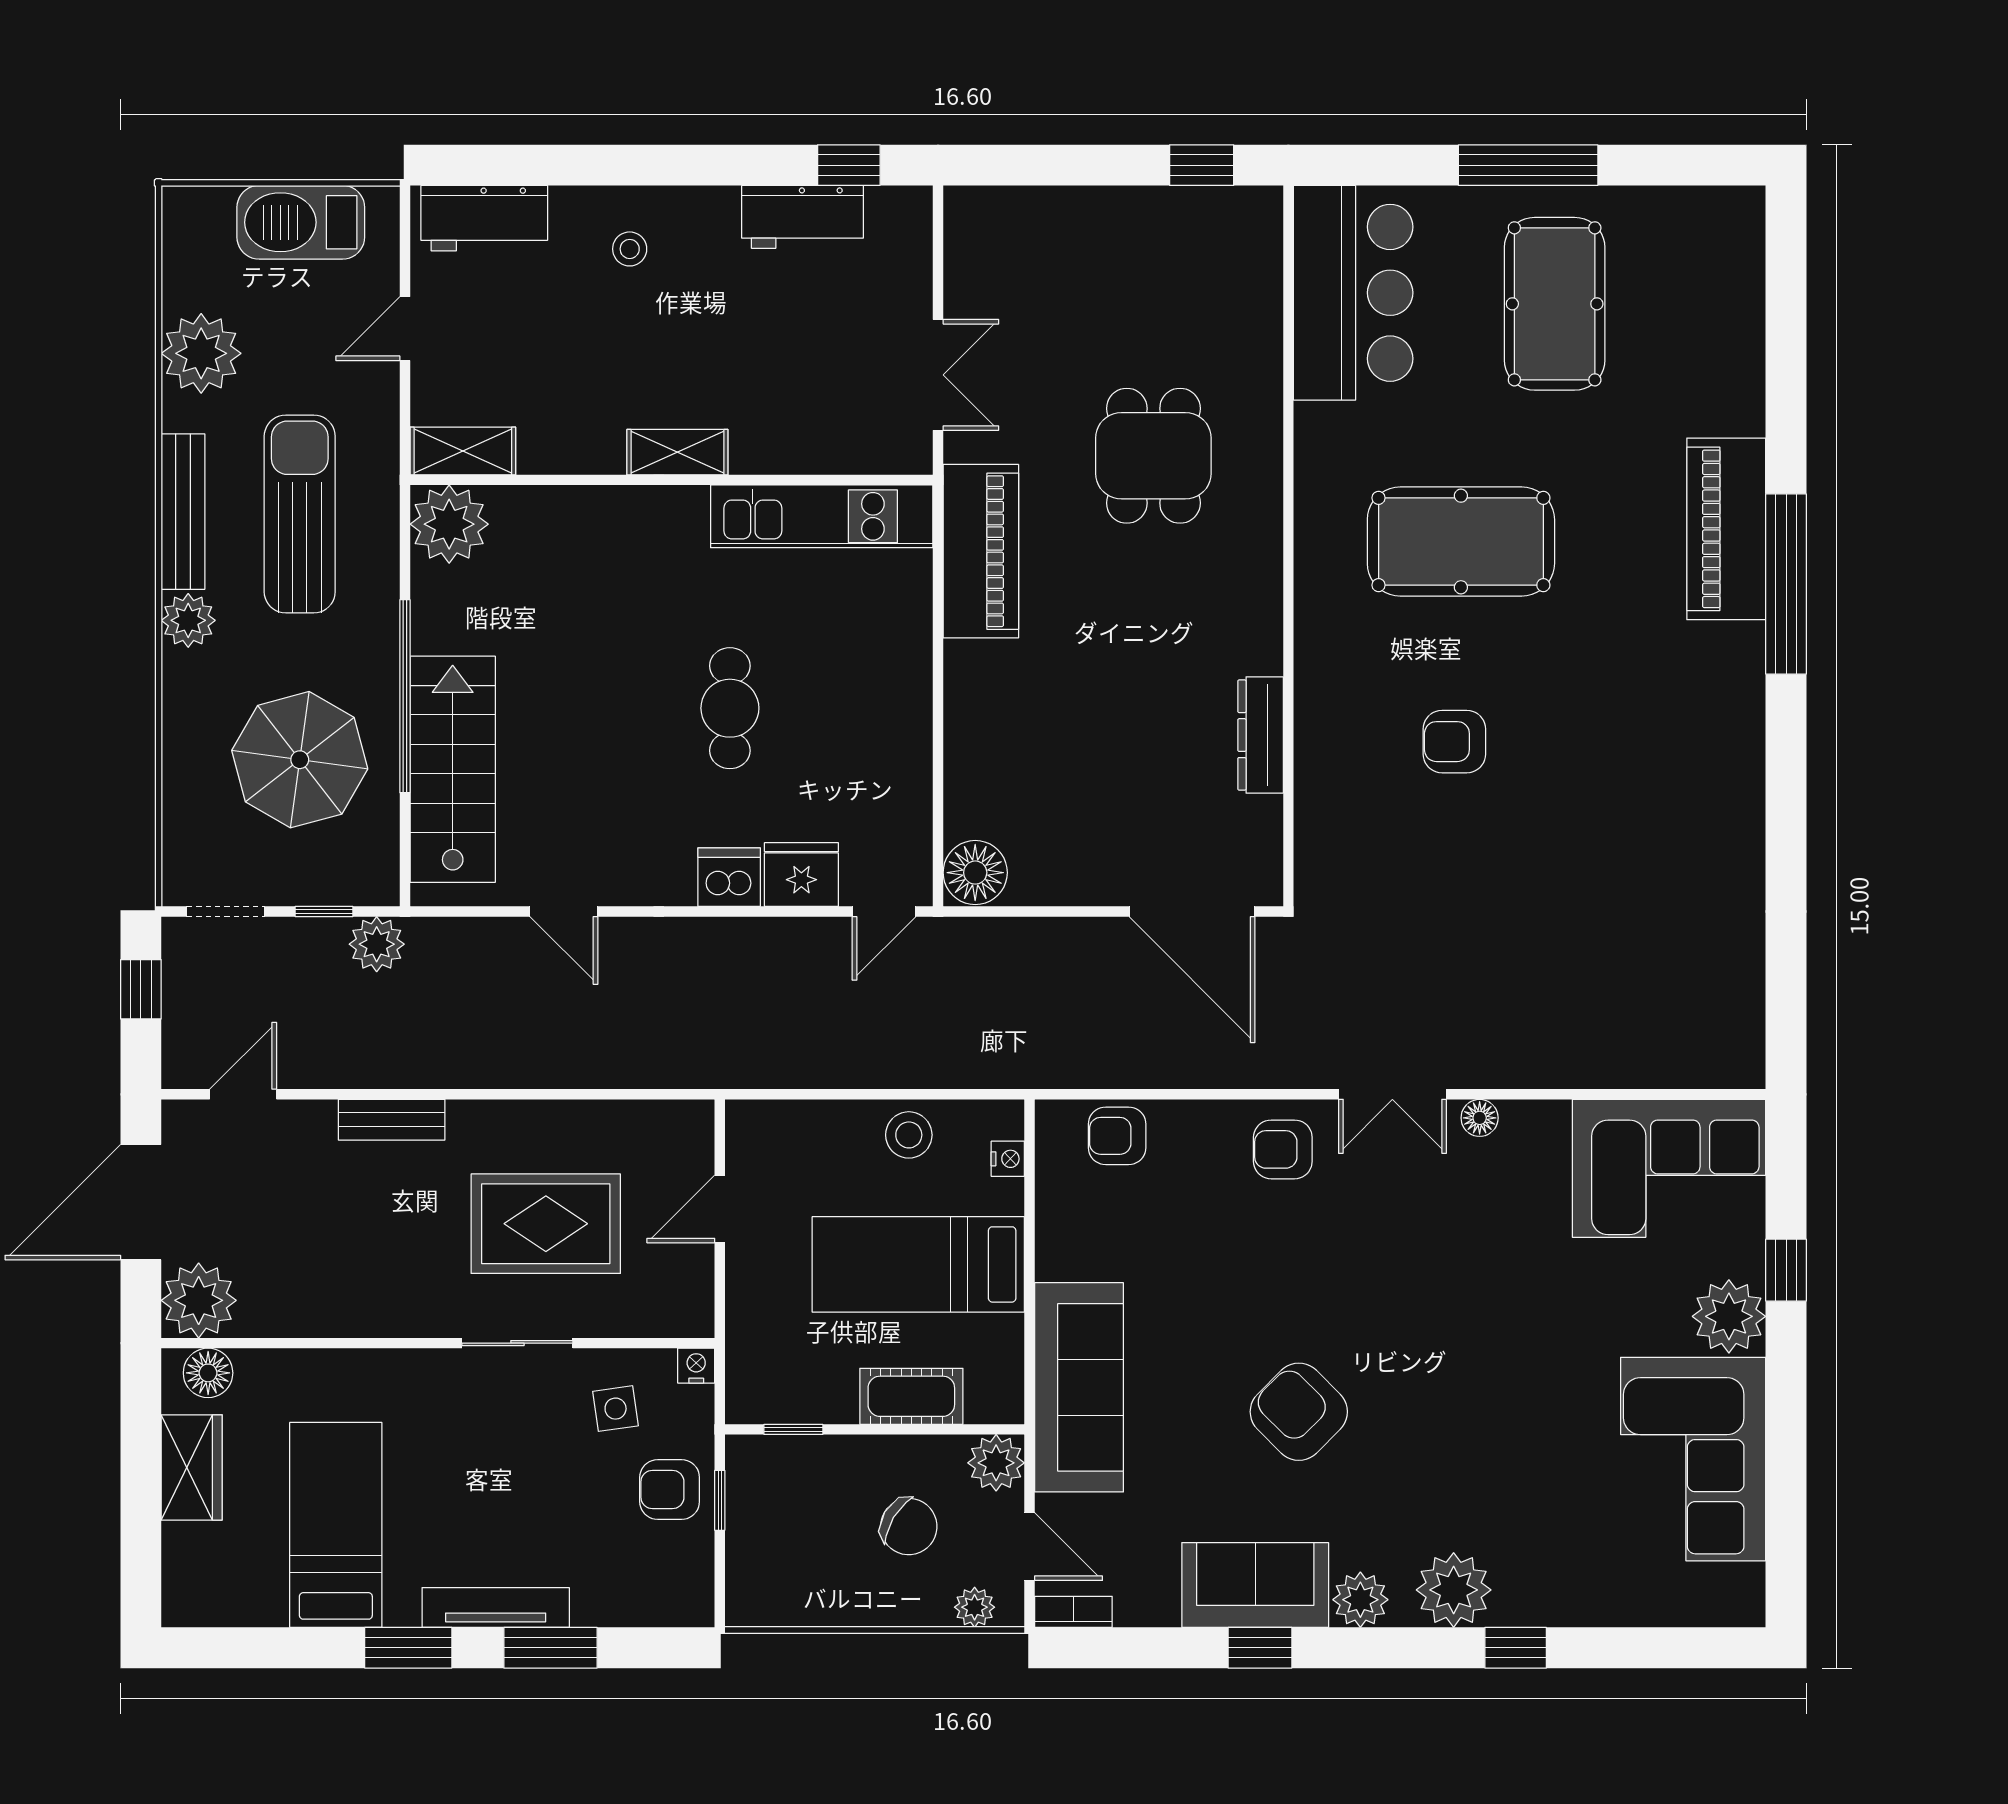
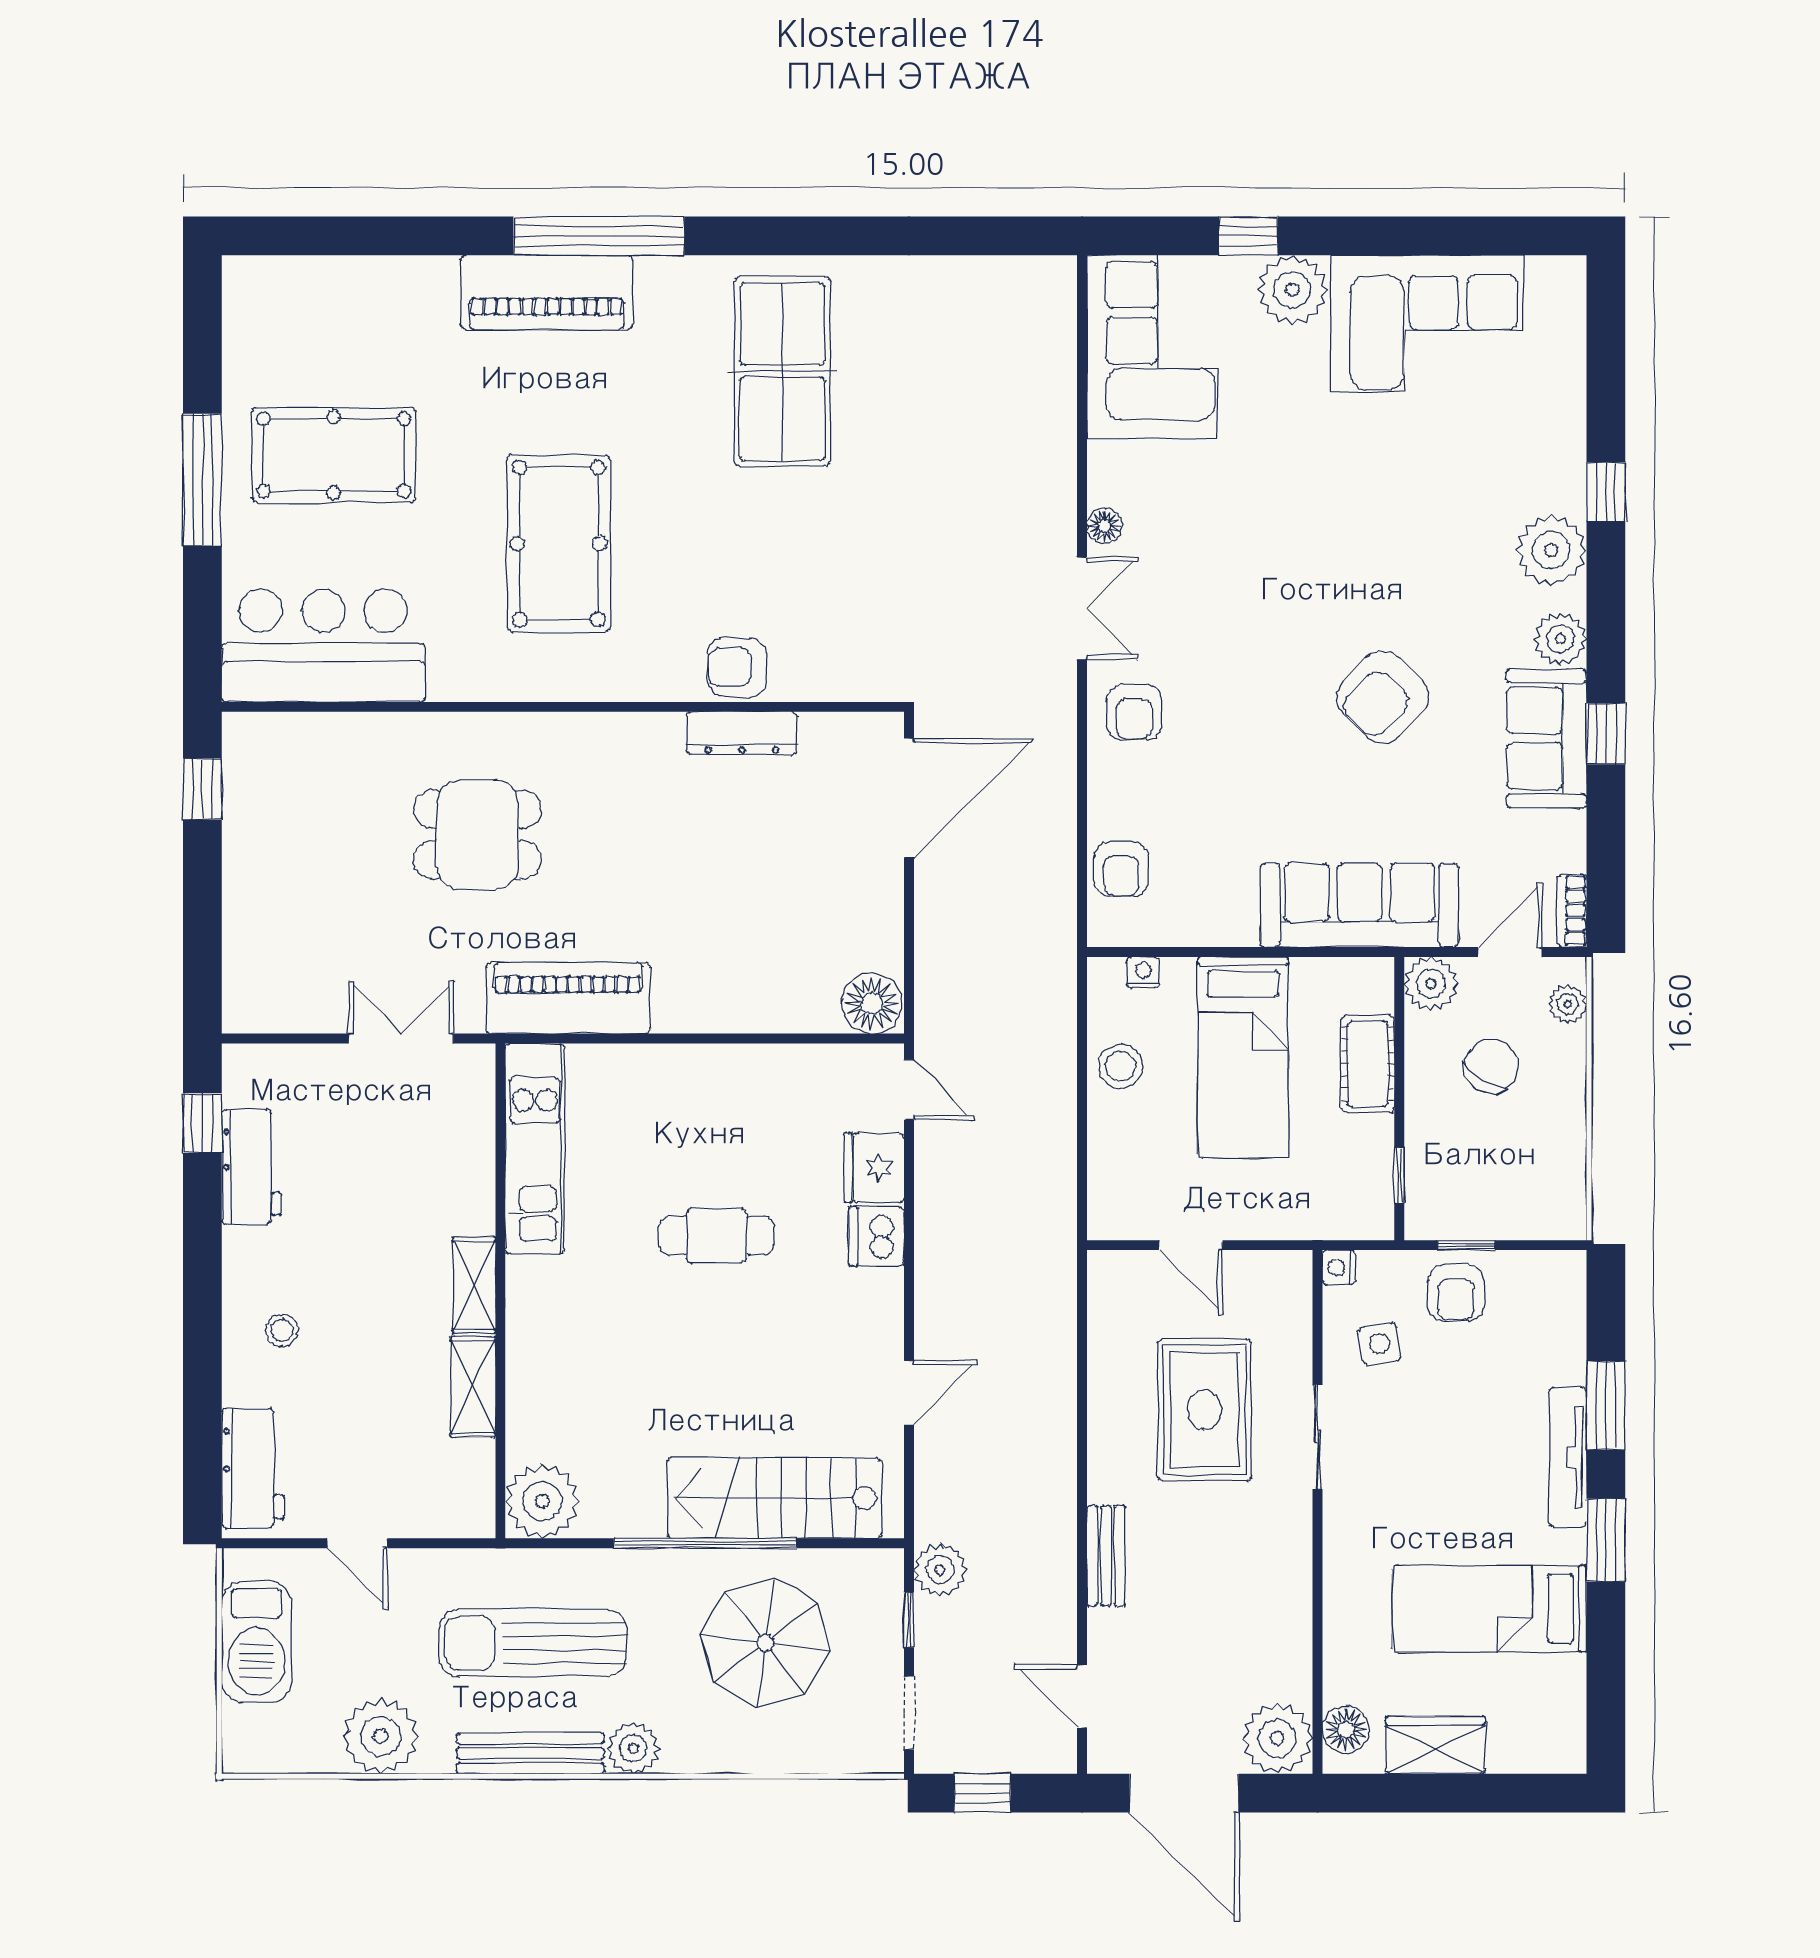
shelving: (463, 451) -> (473, 1387), moved
armchair: (1454, 742) -> (737, 667), moved, turned 90
table tennis table: (1643, 778) -> (782, 371), added

